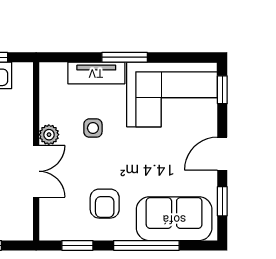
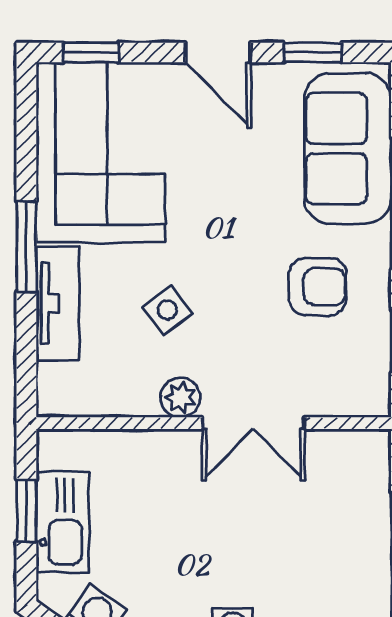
side table: (93, 128) -> (167, 310), turned -37
double door: (36, 171) -> (253, 423), swing flipped

